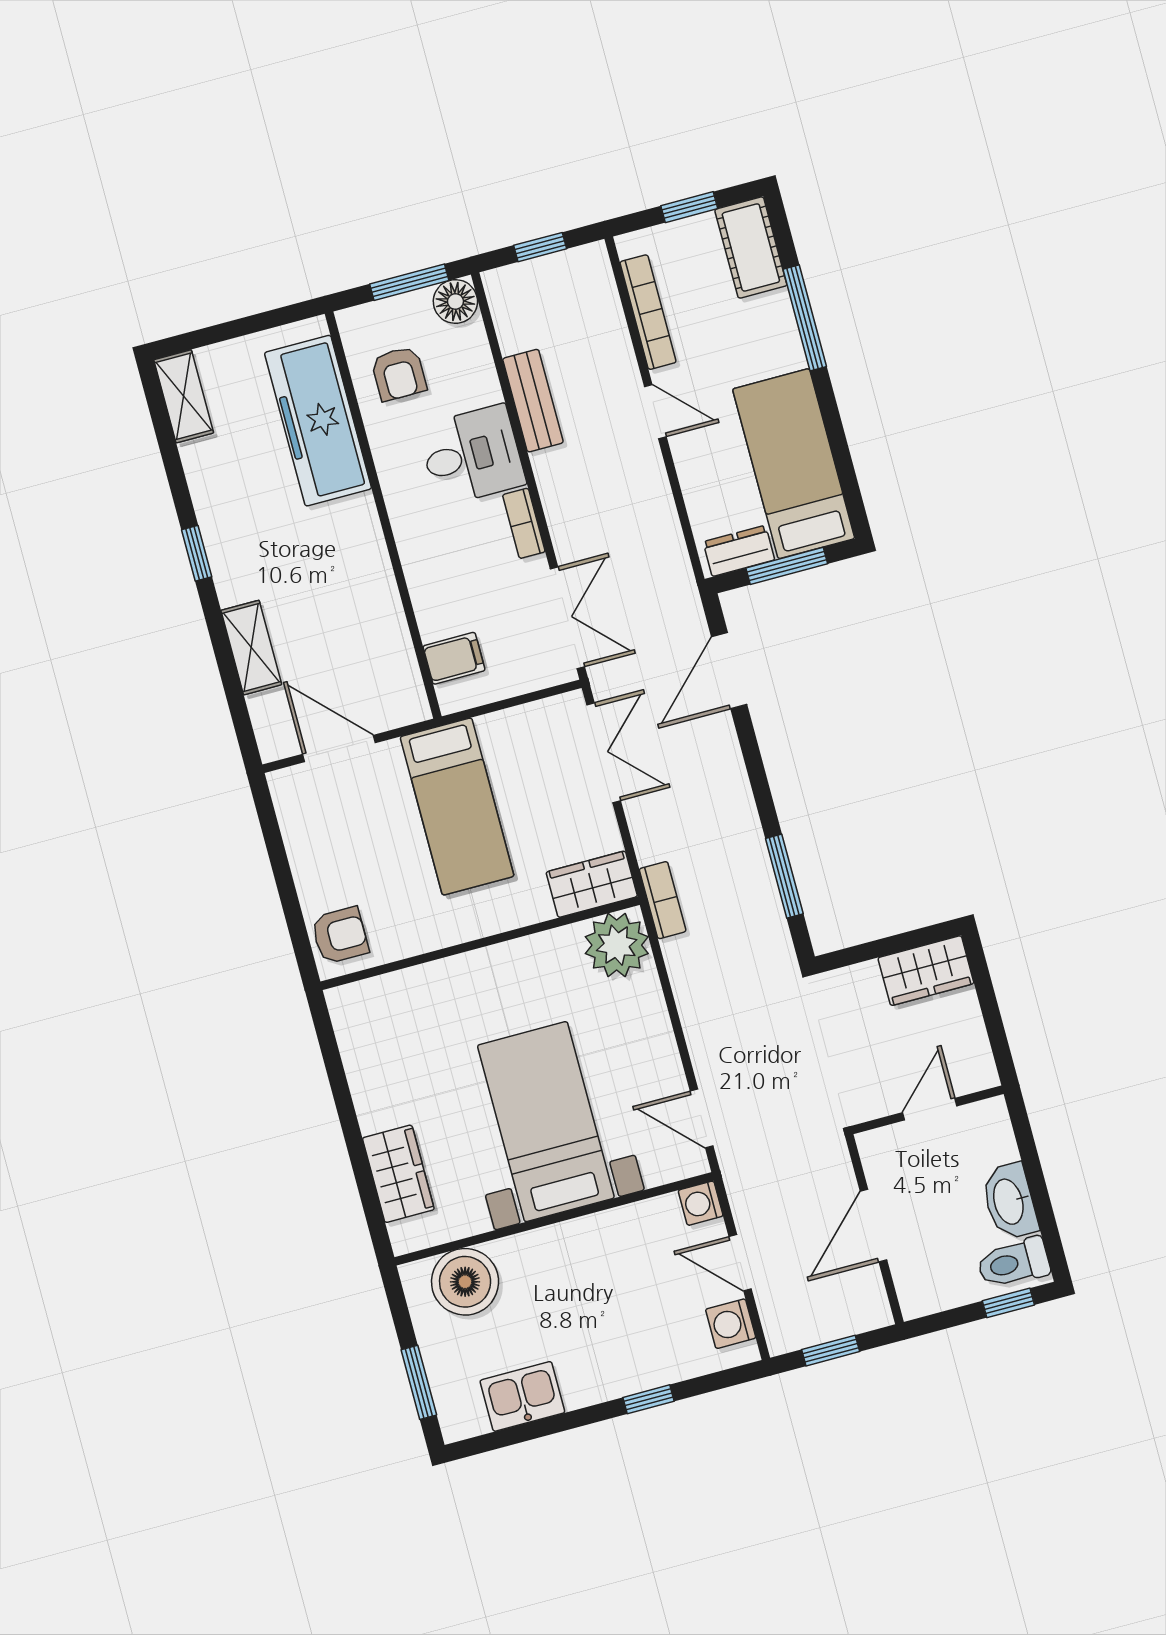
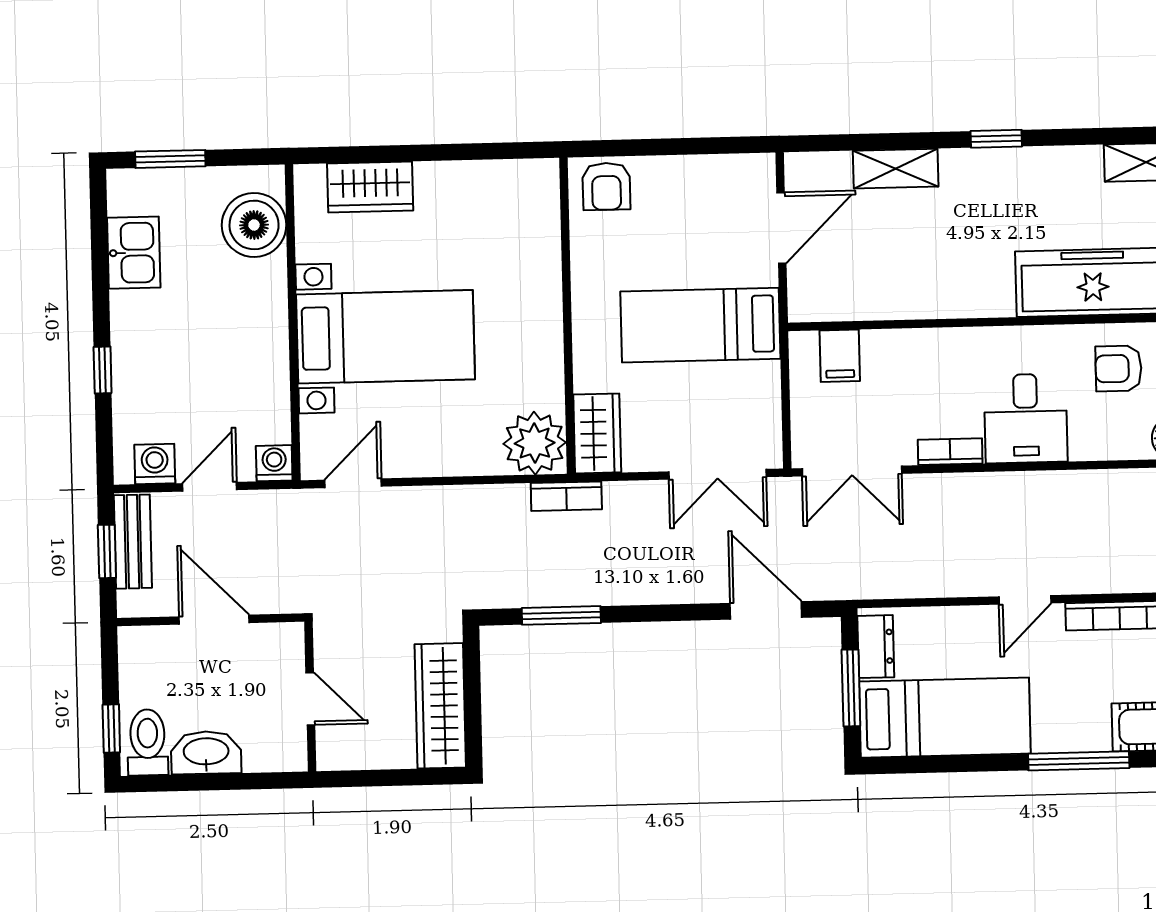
bench: (533, 401) -> (133, 542), moved, turned 90
wardrobe: (926, 971) -> (440, 706), width x1.50

